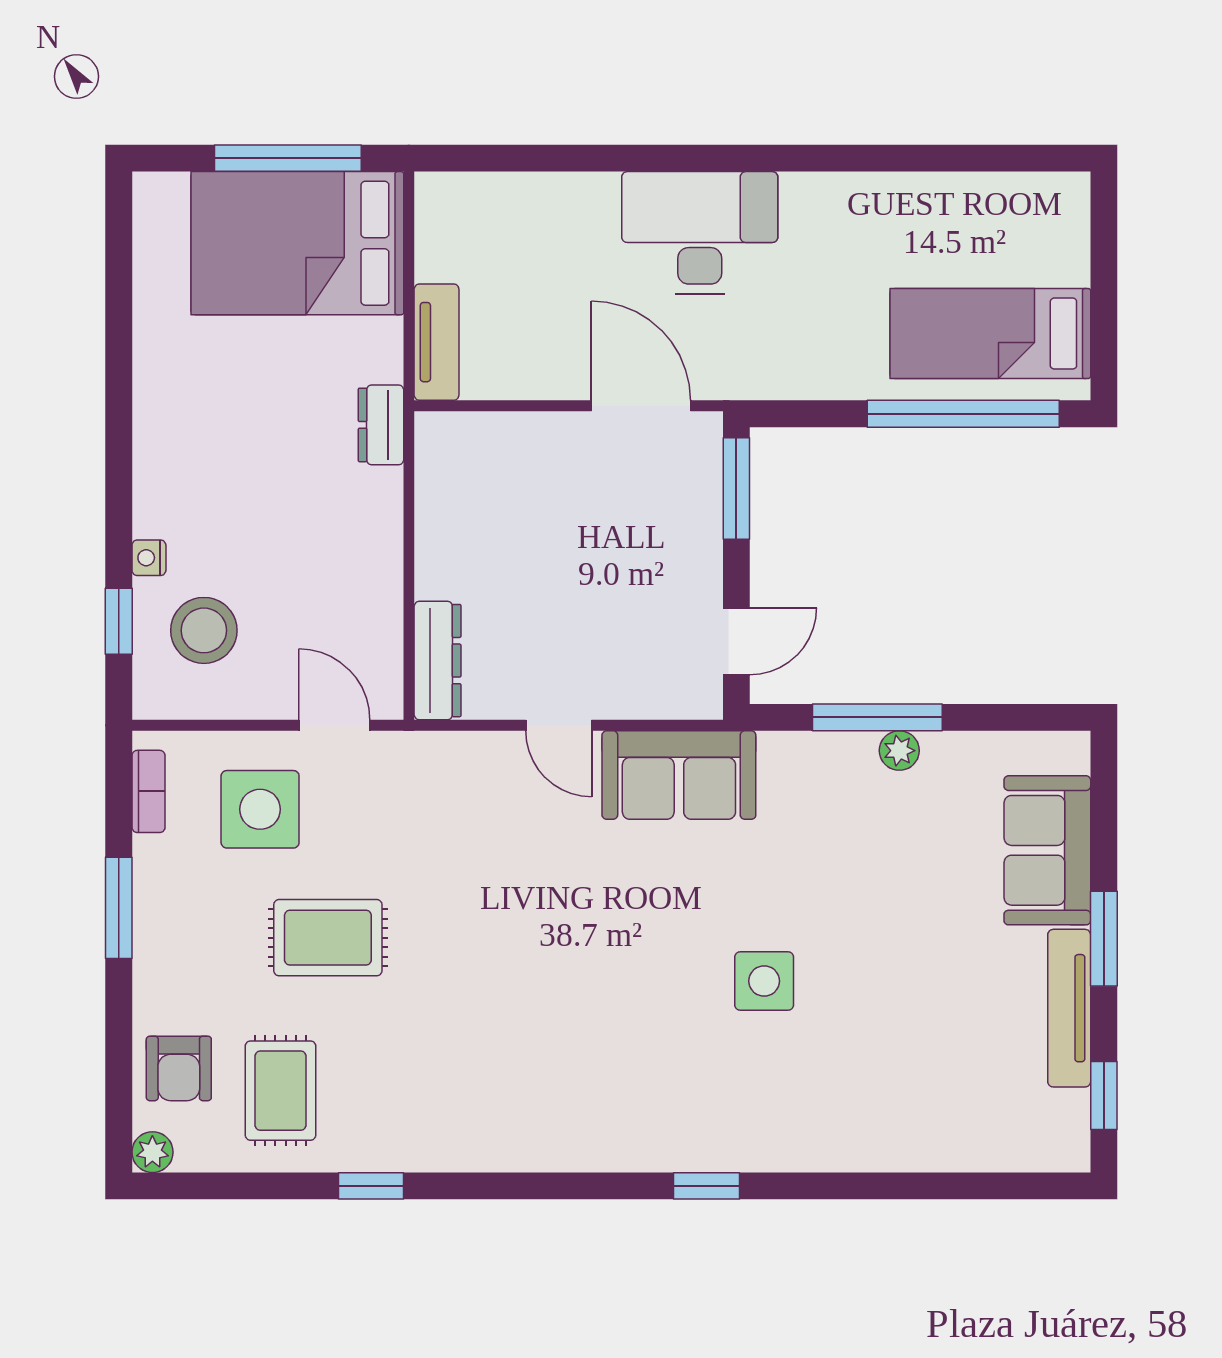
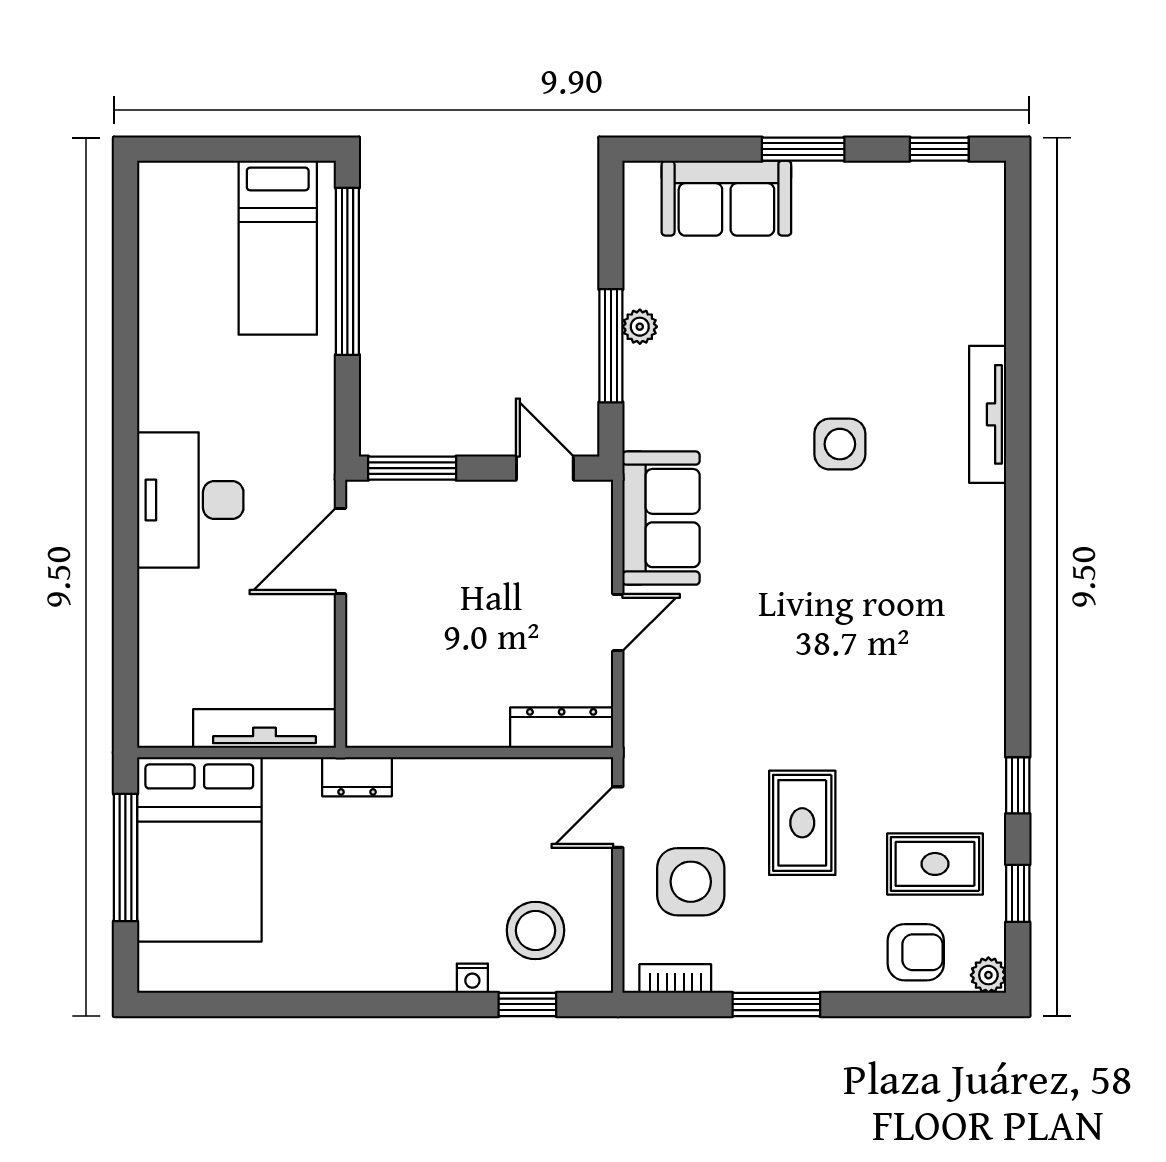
tv unit: (437, 342) -> (264, 729), width x1.41
tv unit: (1069, 1008) -> (988, 414), moved, turned 90
window: (707, 1186) -> (1018, 893), moved

